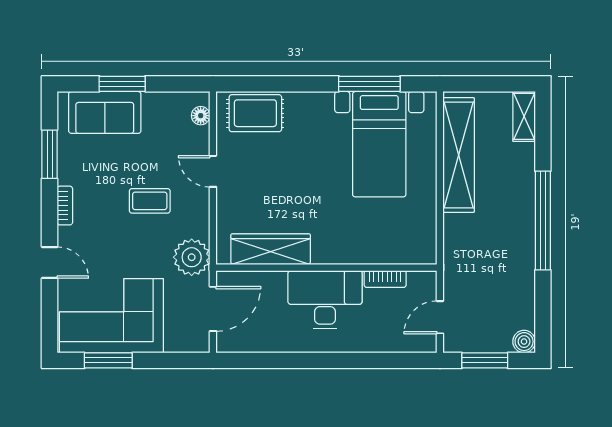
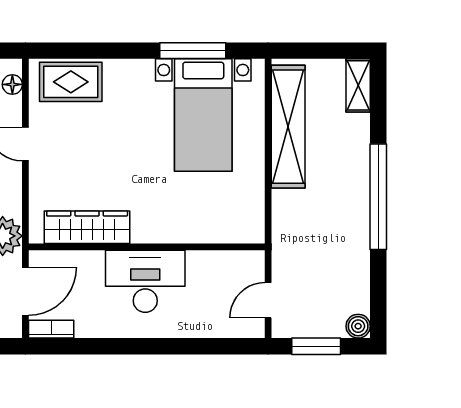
bookcase: (385, 279) -> (51, 329), moved, turned 180

